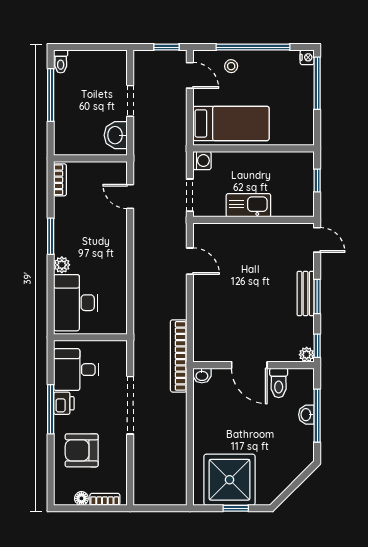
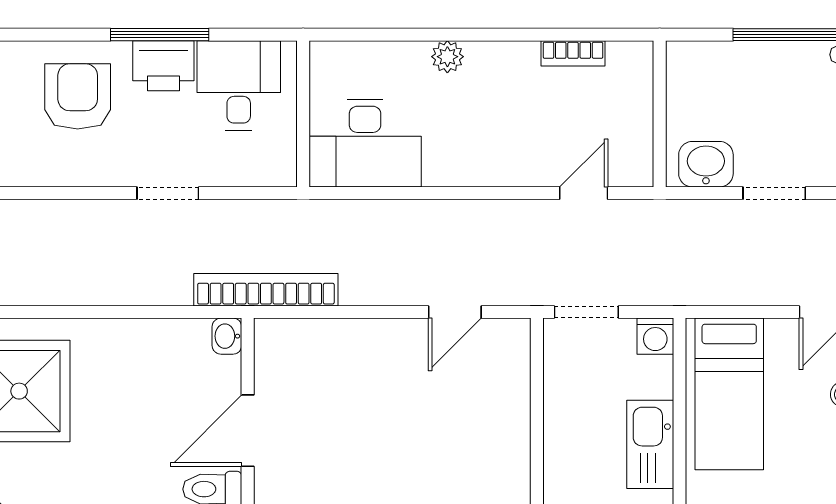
bookcase: (60, 180) -> (573, 53), moved
kitchen sink: (248, 205) -> (650, 444), moved, turned 180
window: (51, 236) -> (504, 35), removed
desk: (76, 303) -> (365, 143), moved, turned 180
printer: (64, 403) -> (163, 66), width x1.36, depth x1.24
doorway: (130, 405) -> (168, 193), width x0.53

